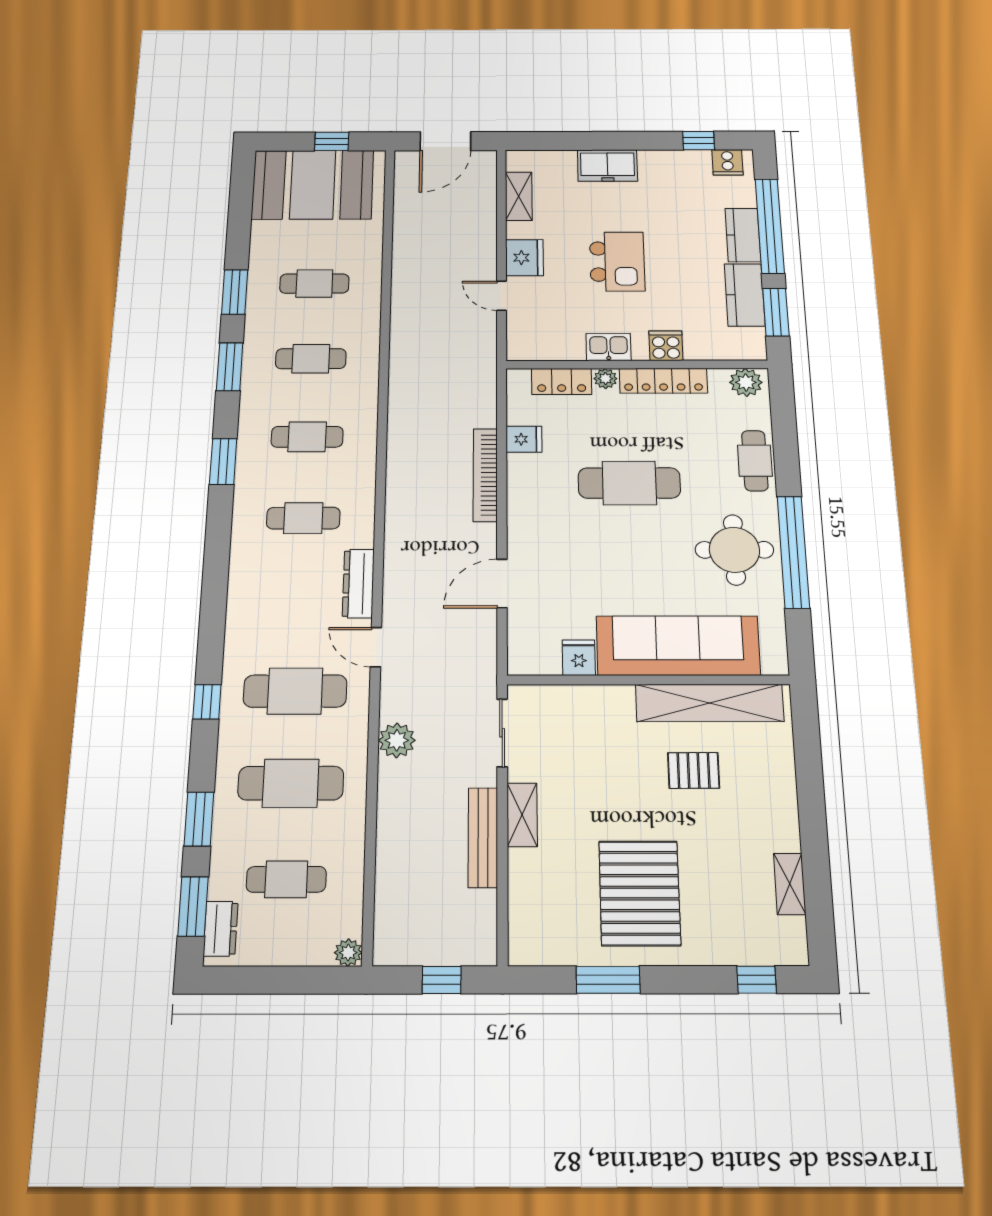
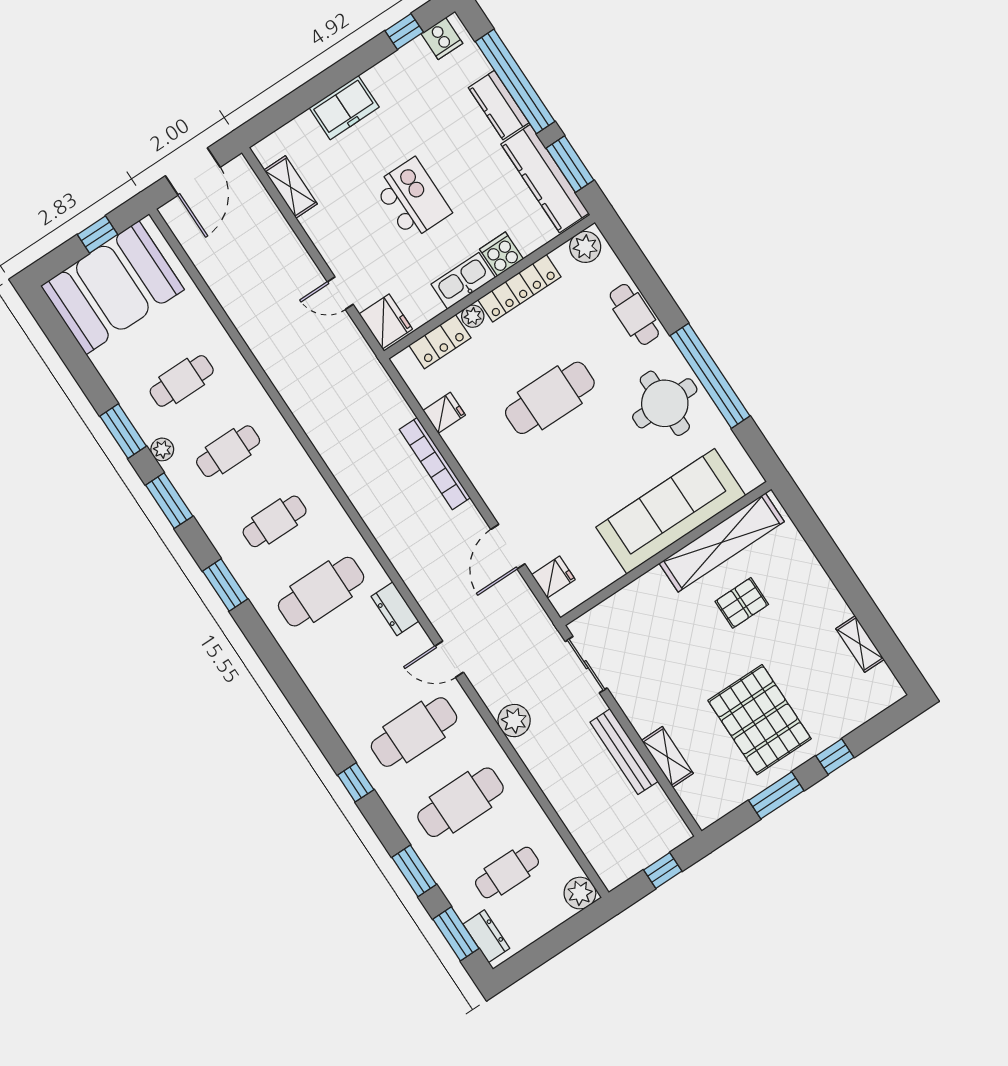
fridge: (524, 258) -> (386, 321), moved
kitchen counter: (745, 295) -> (545, 179), width x1.50
plant: (256, 325) -> (162, 449), added
kitchen sink: (609, 347) -> (463, 281), width x1.38
cafe table: (303, 518) -> (321, 592), width x1.37, depth x1.35
dresser: (358, 583) -> (395, 609), width x0.70
fridge: (579, 658) -> (553, 577), moved, turned 90
shelving: (522, 815) -> (667, 757), moved
plant: (348, 953) -> (580, 893), width x1.38, depth x1.38
window: (757, 980) -> (835, 757), moved

